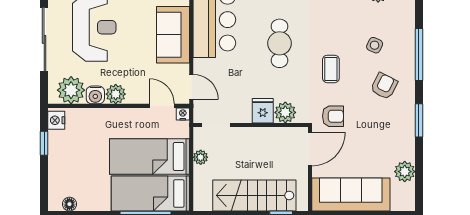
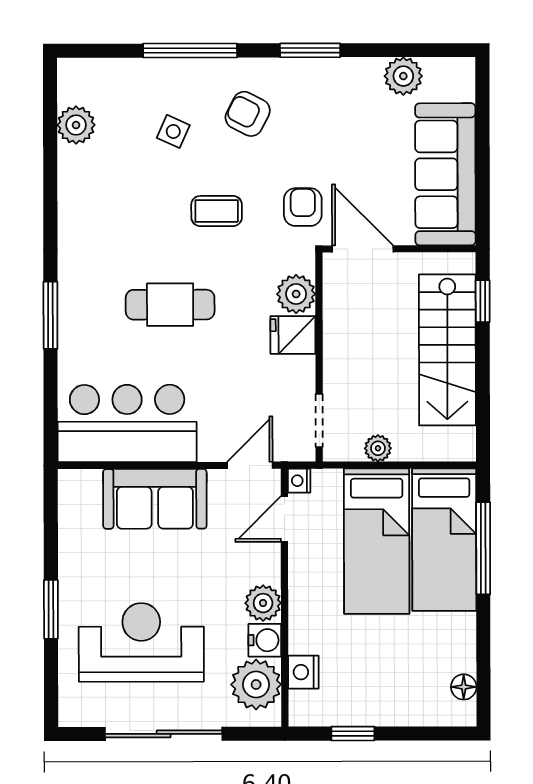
nightstand: (56, 120) -> (303, 672), moved, turned 90

